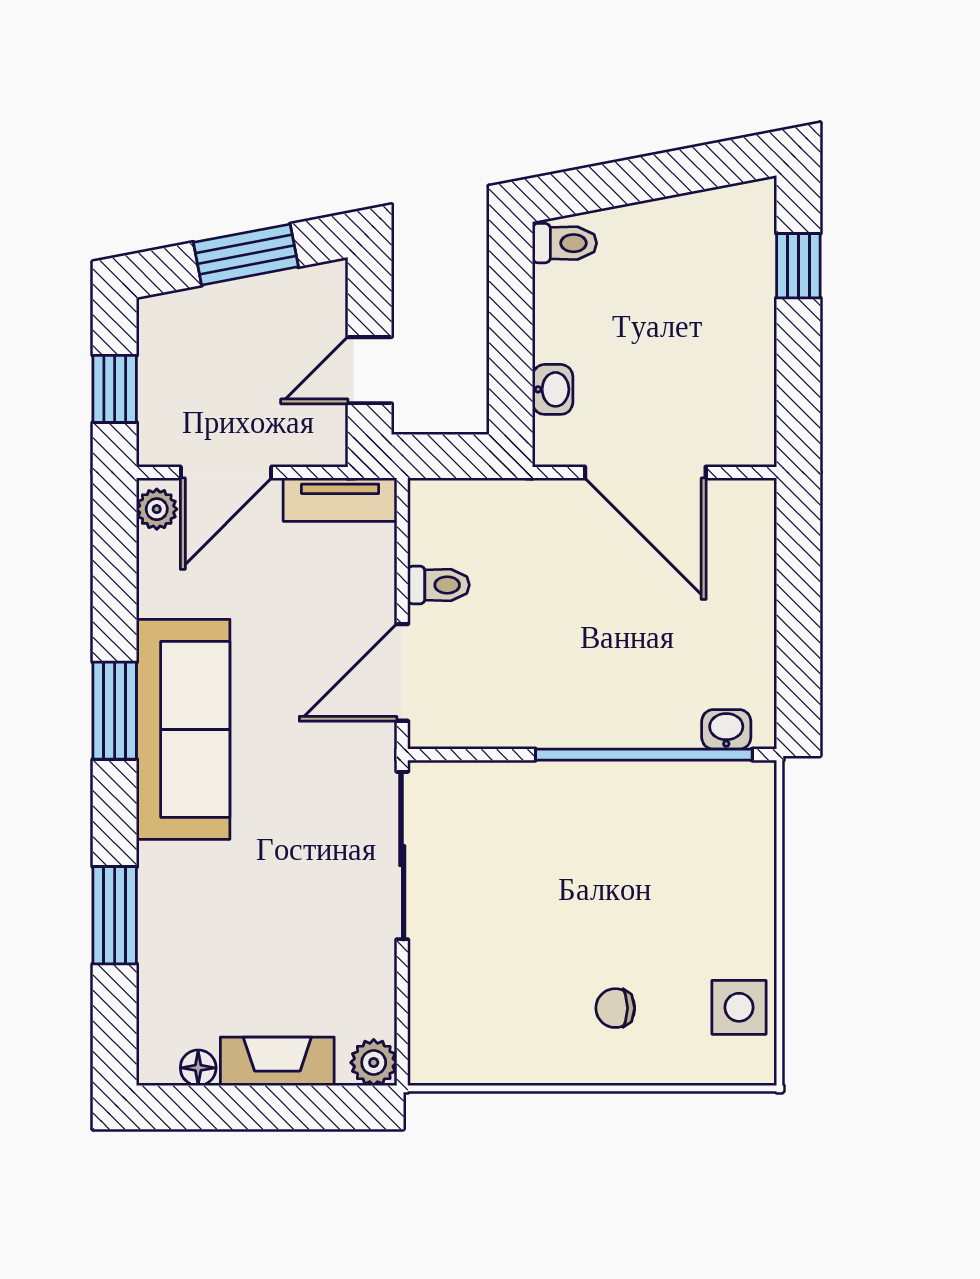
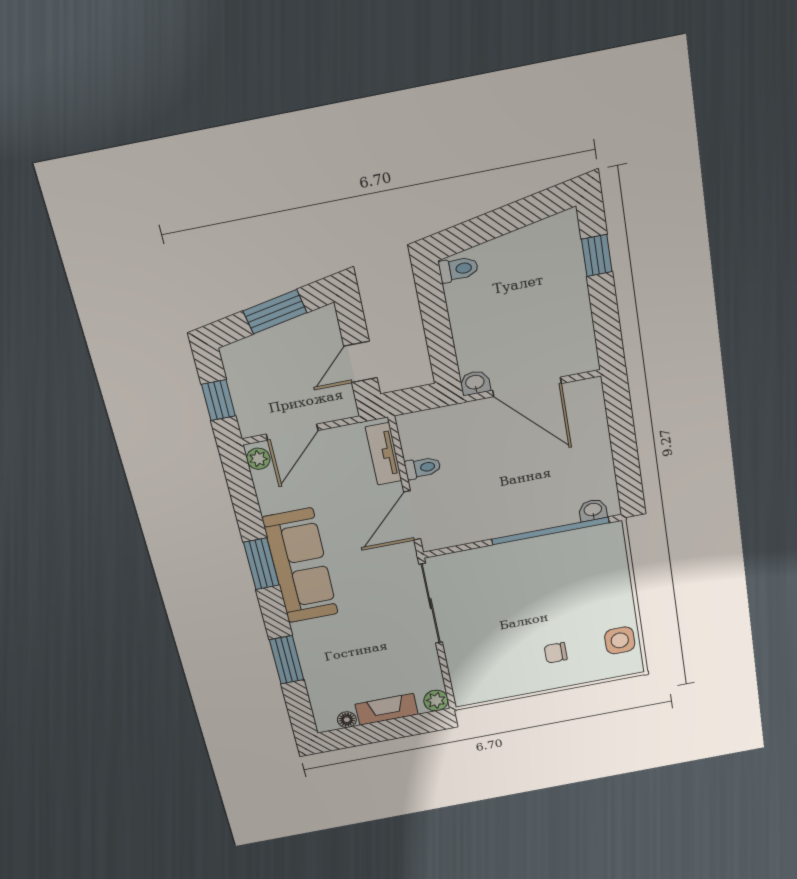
washbasin: (553, 389) -> (475, 383), moved, turned -90
tv unit: (340, 500) -> (384, 454), moved, turned 90

